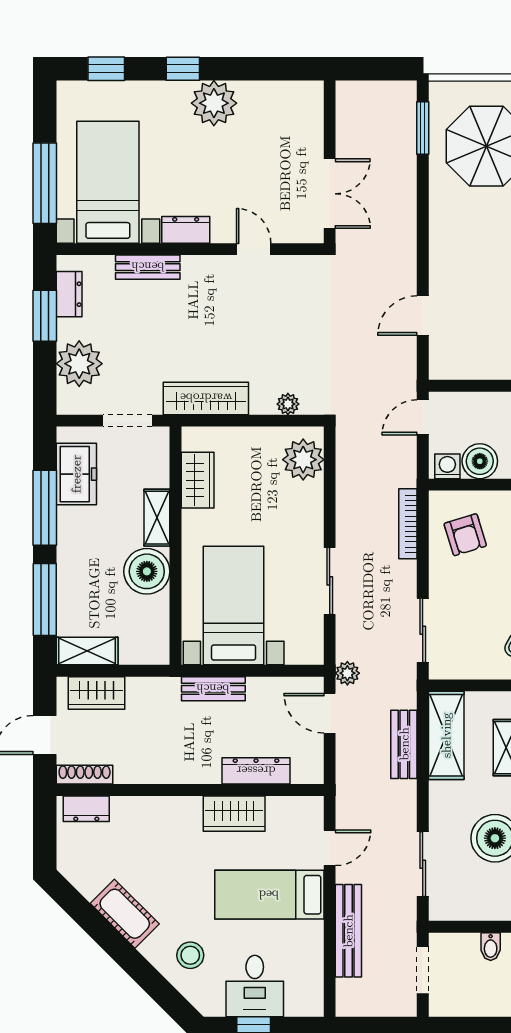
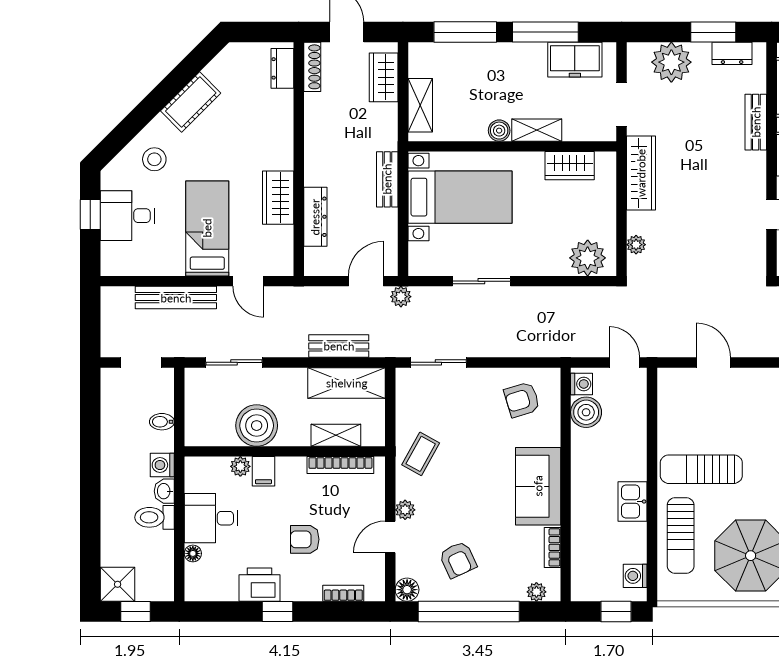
bookcase: (408, 524) -> (531, 350), removed
boiler: (147, 571) -> (499, 131), width x0.54, depth x0.54
shelving: (87, 651) -> (420, 105), moved

